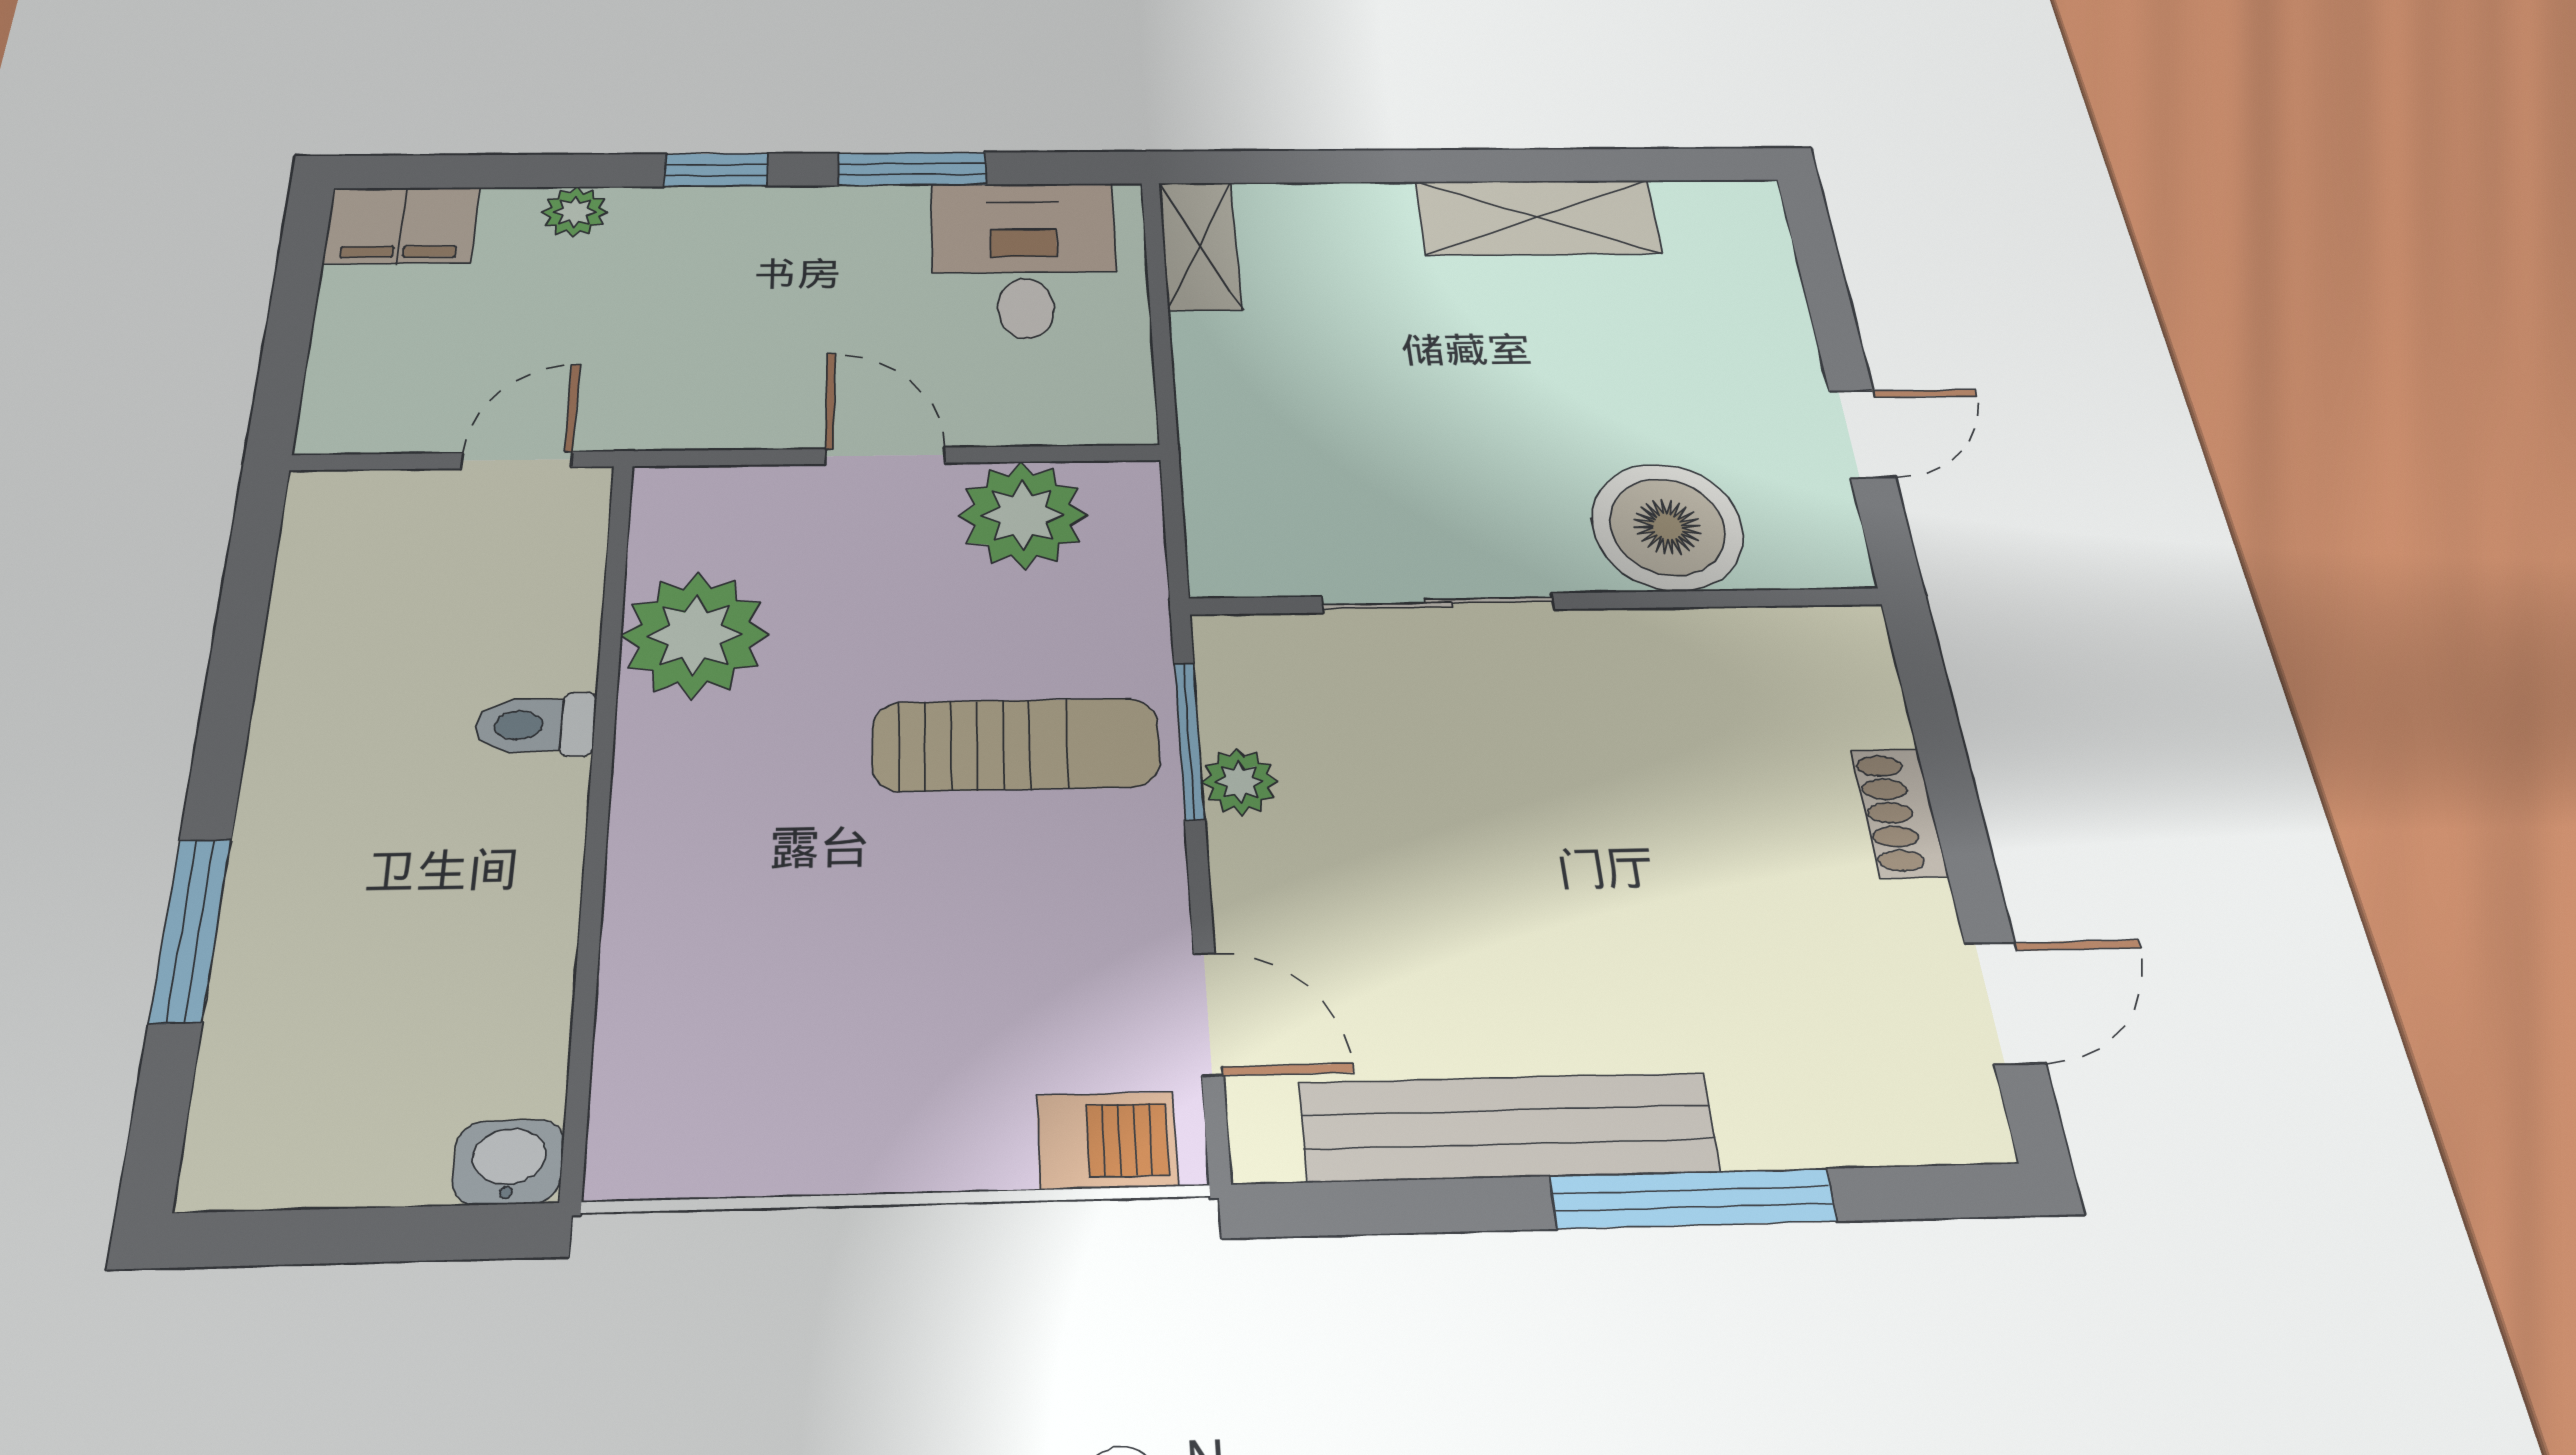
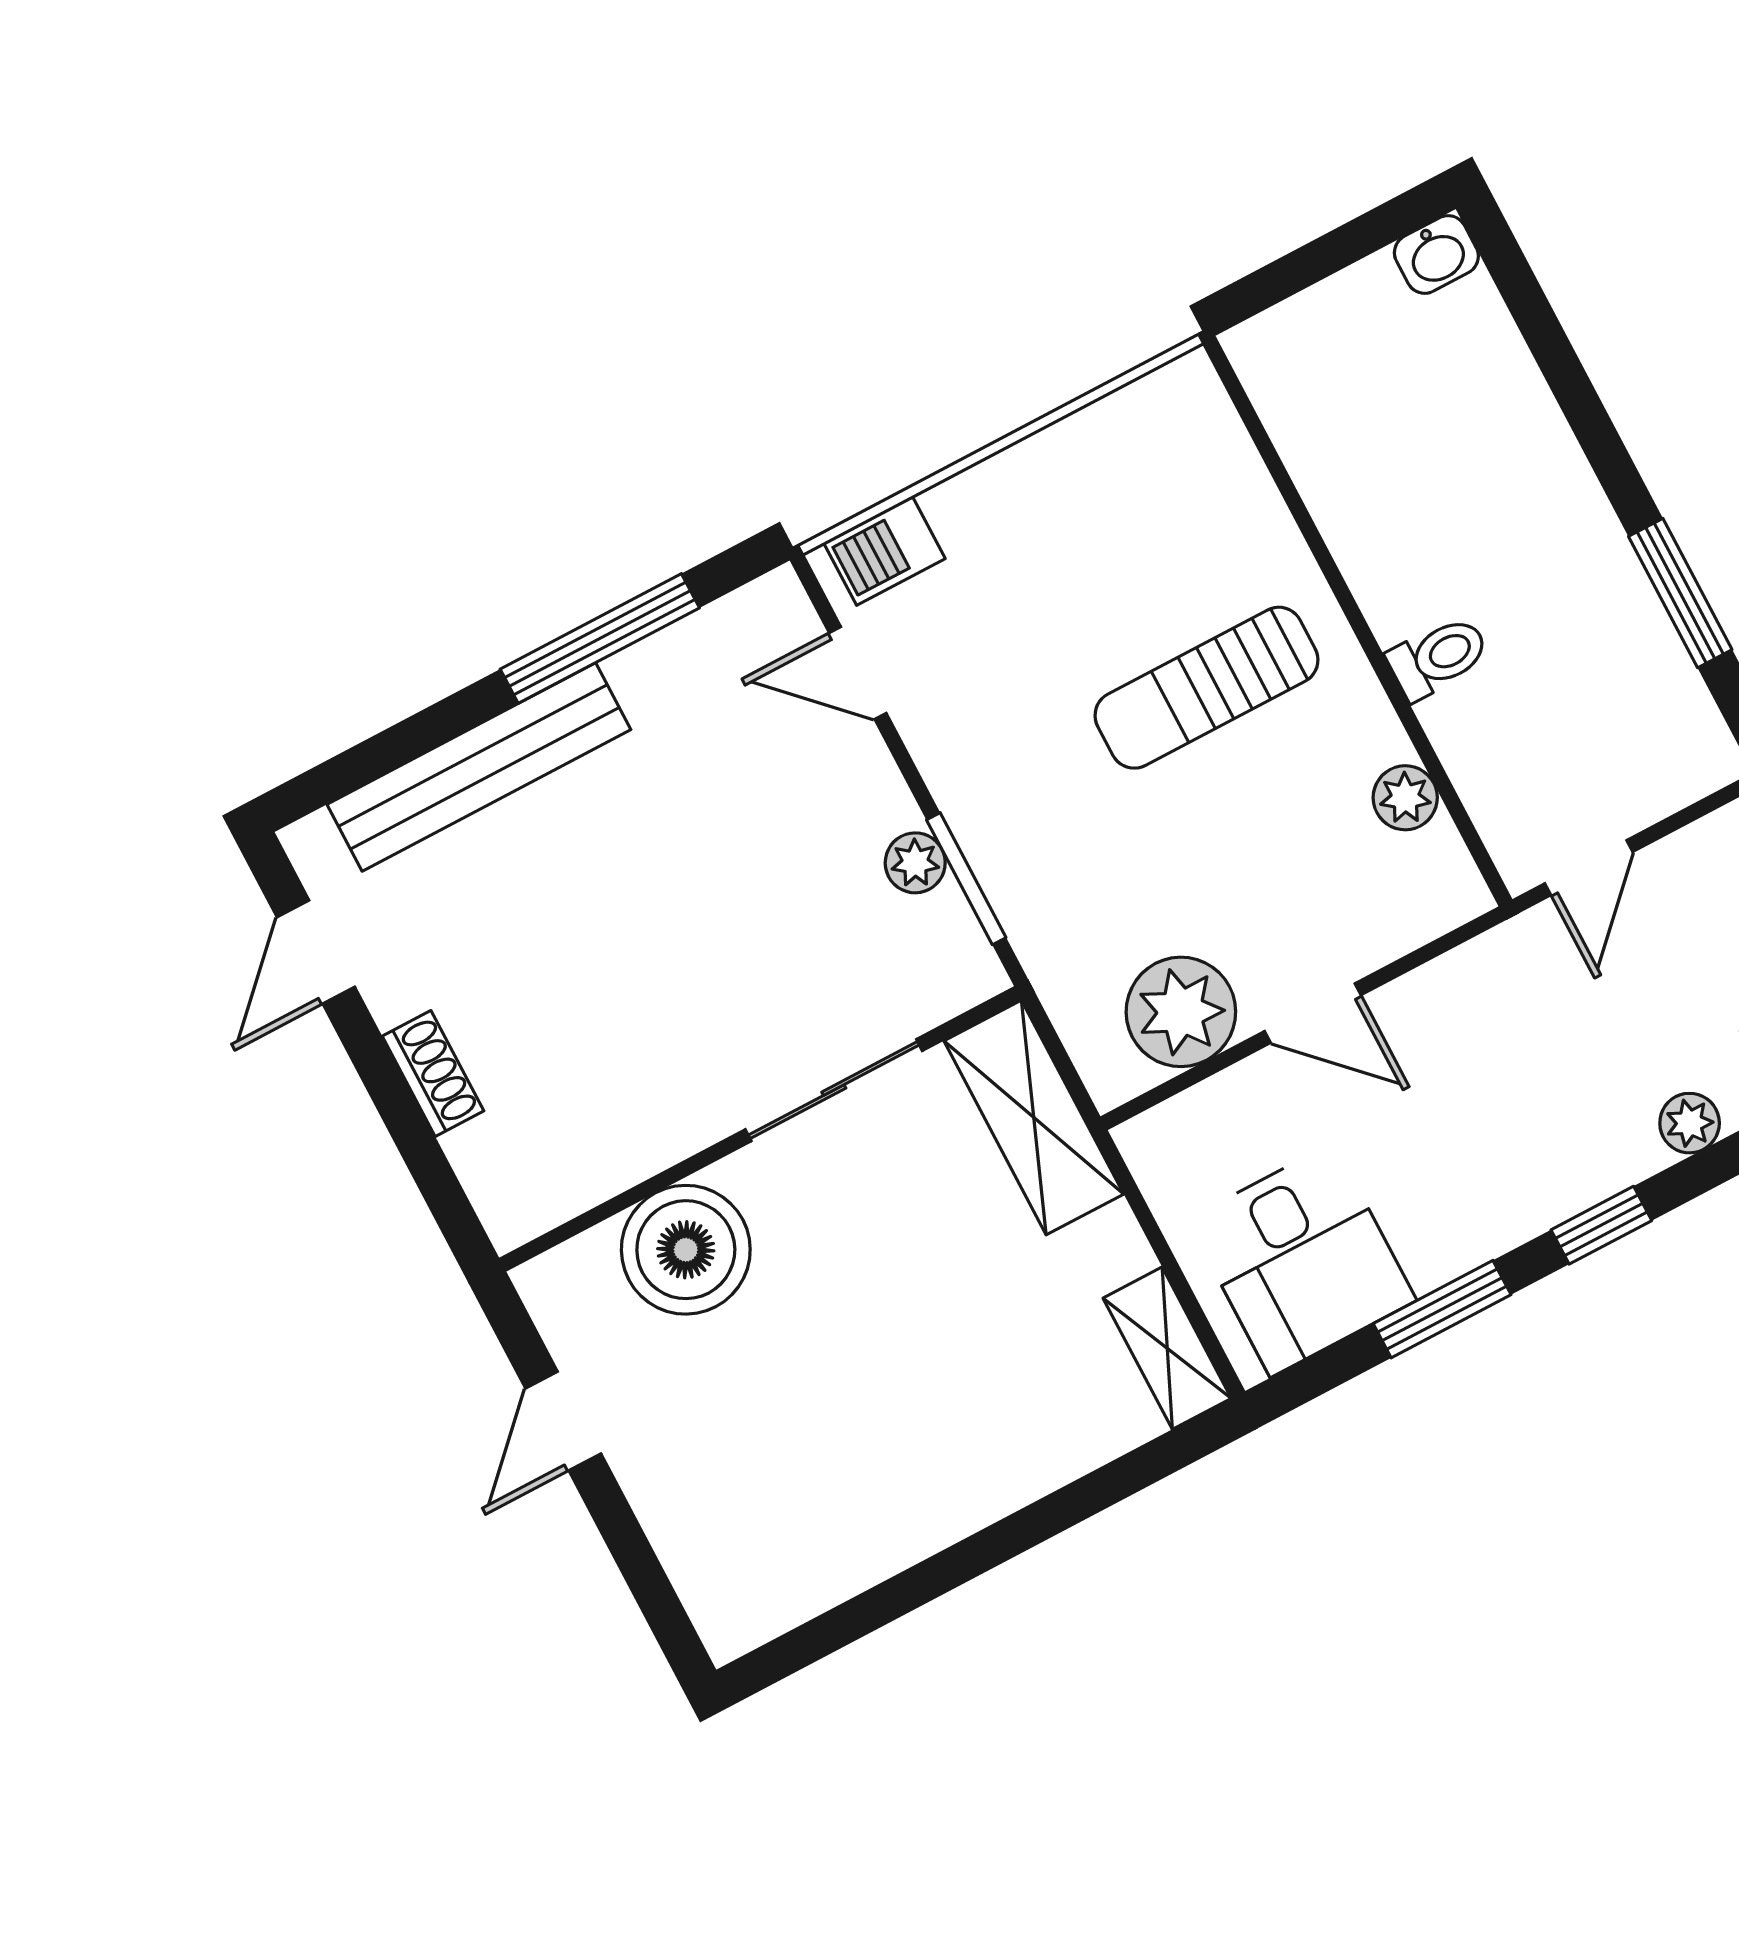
shelving: (1538, 217) -> (1034, 1117), moved, turned 90
plant: (695, 635) -> (1405, 798), width x0.53, depth x0.53
sun lounger: (1016, 745) -> (1206, 688), moved
window: (191, 930) -> (1680, 593), moved
bench: (1508, 1127) -> (479, 767), moved
washbasin: (509, 1162) -> (1436, 254), moved
window: (1693, 1199) -> (600, 639), moved

